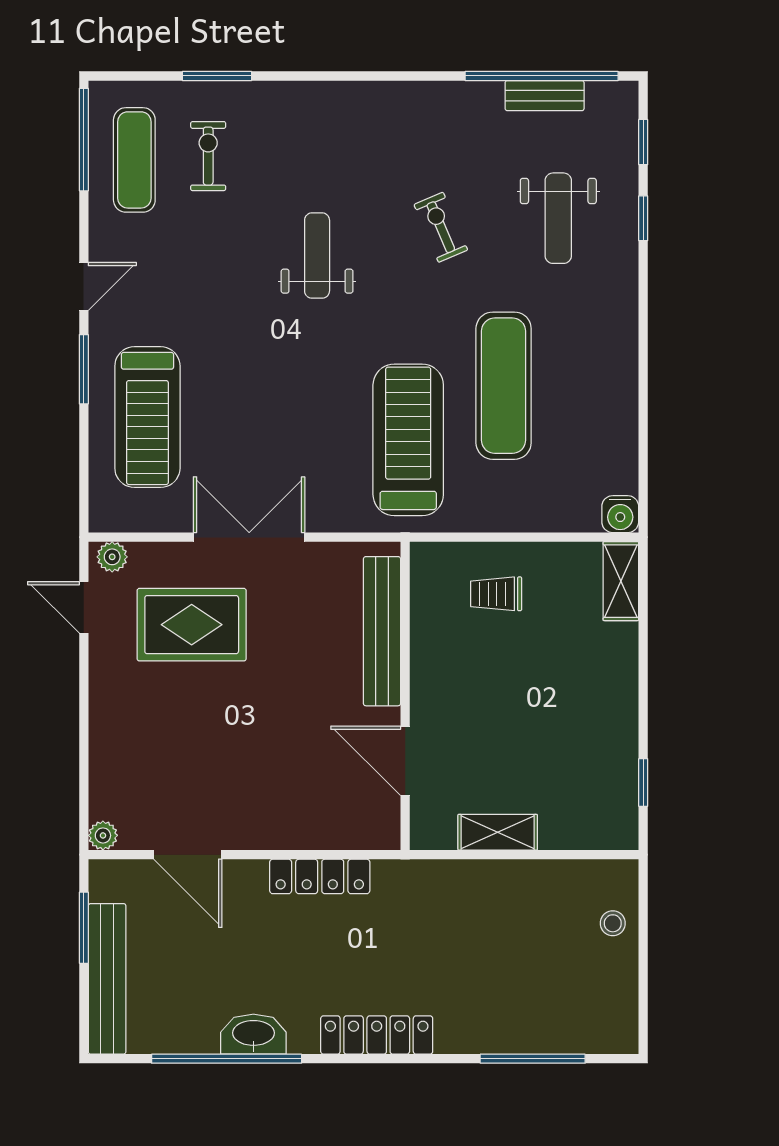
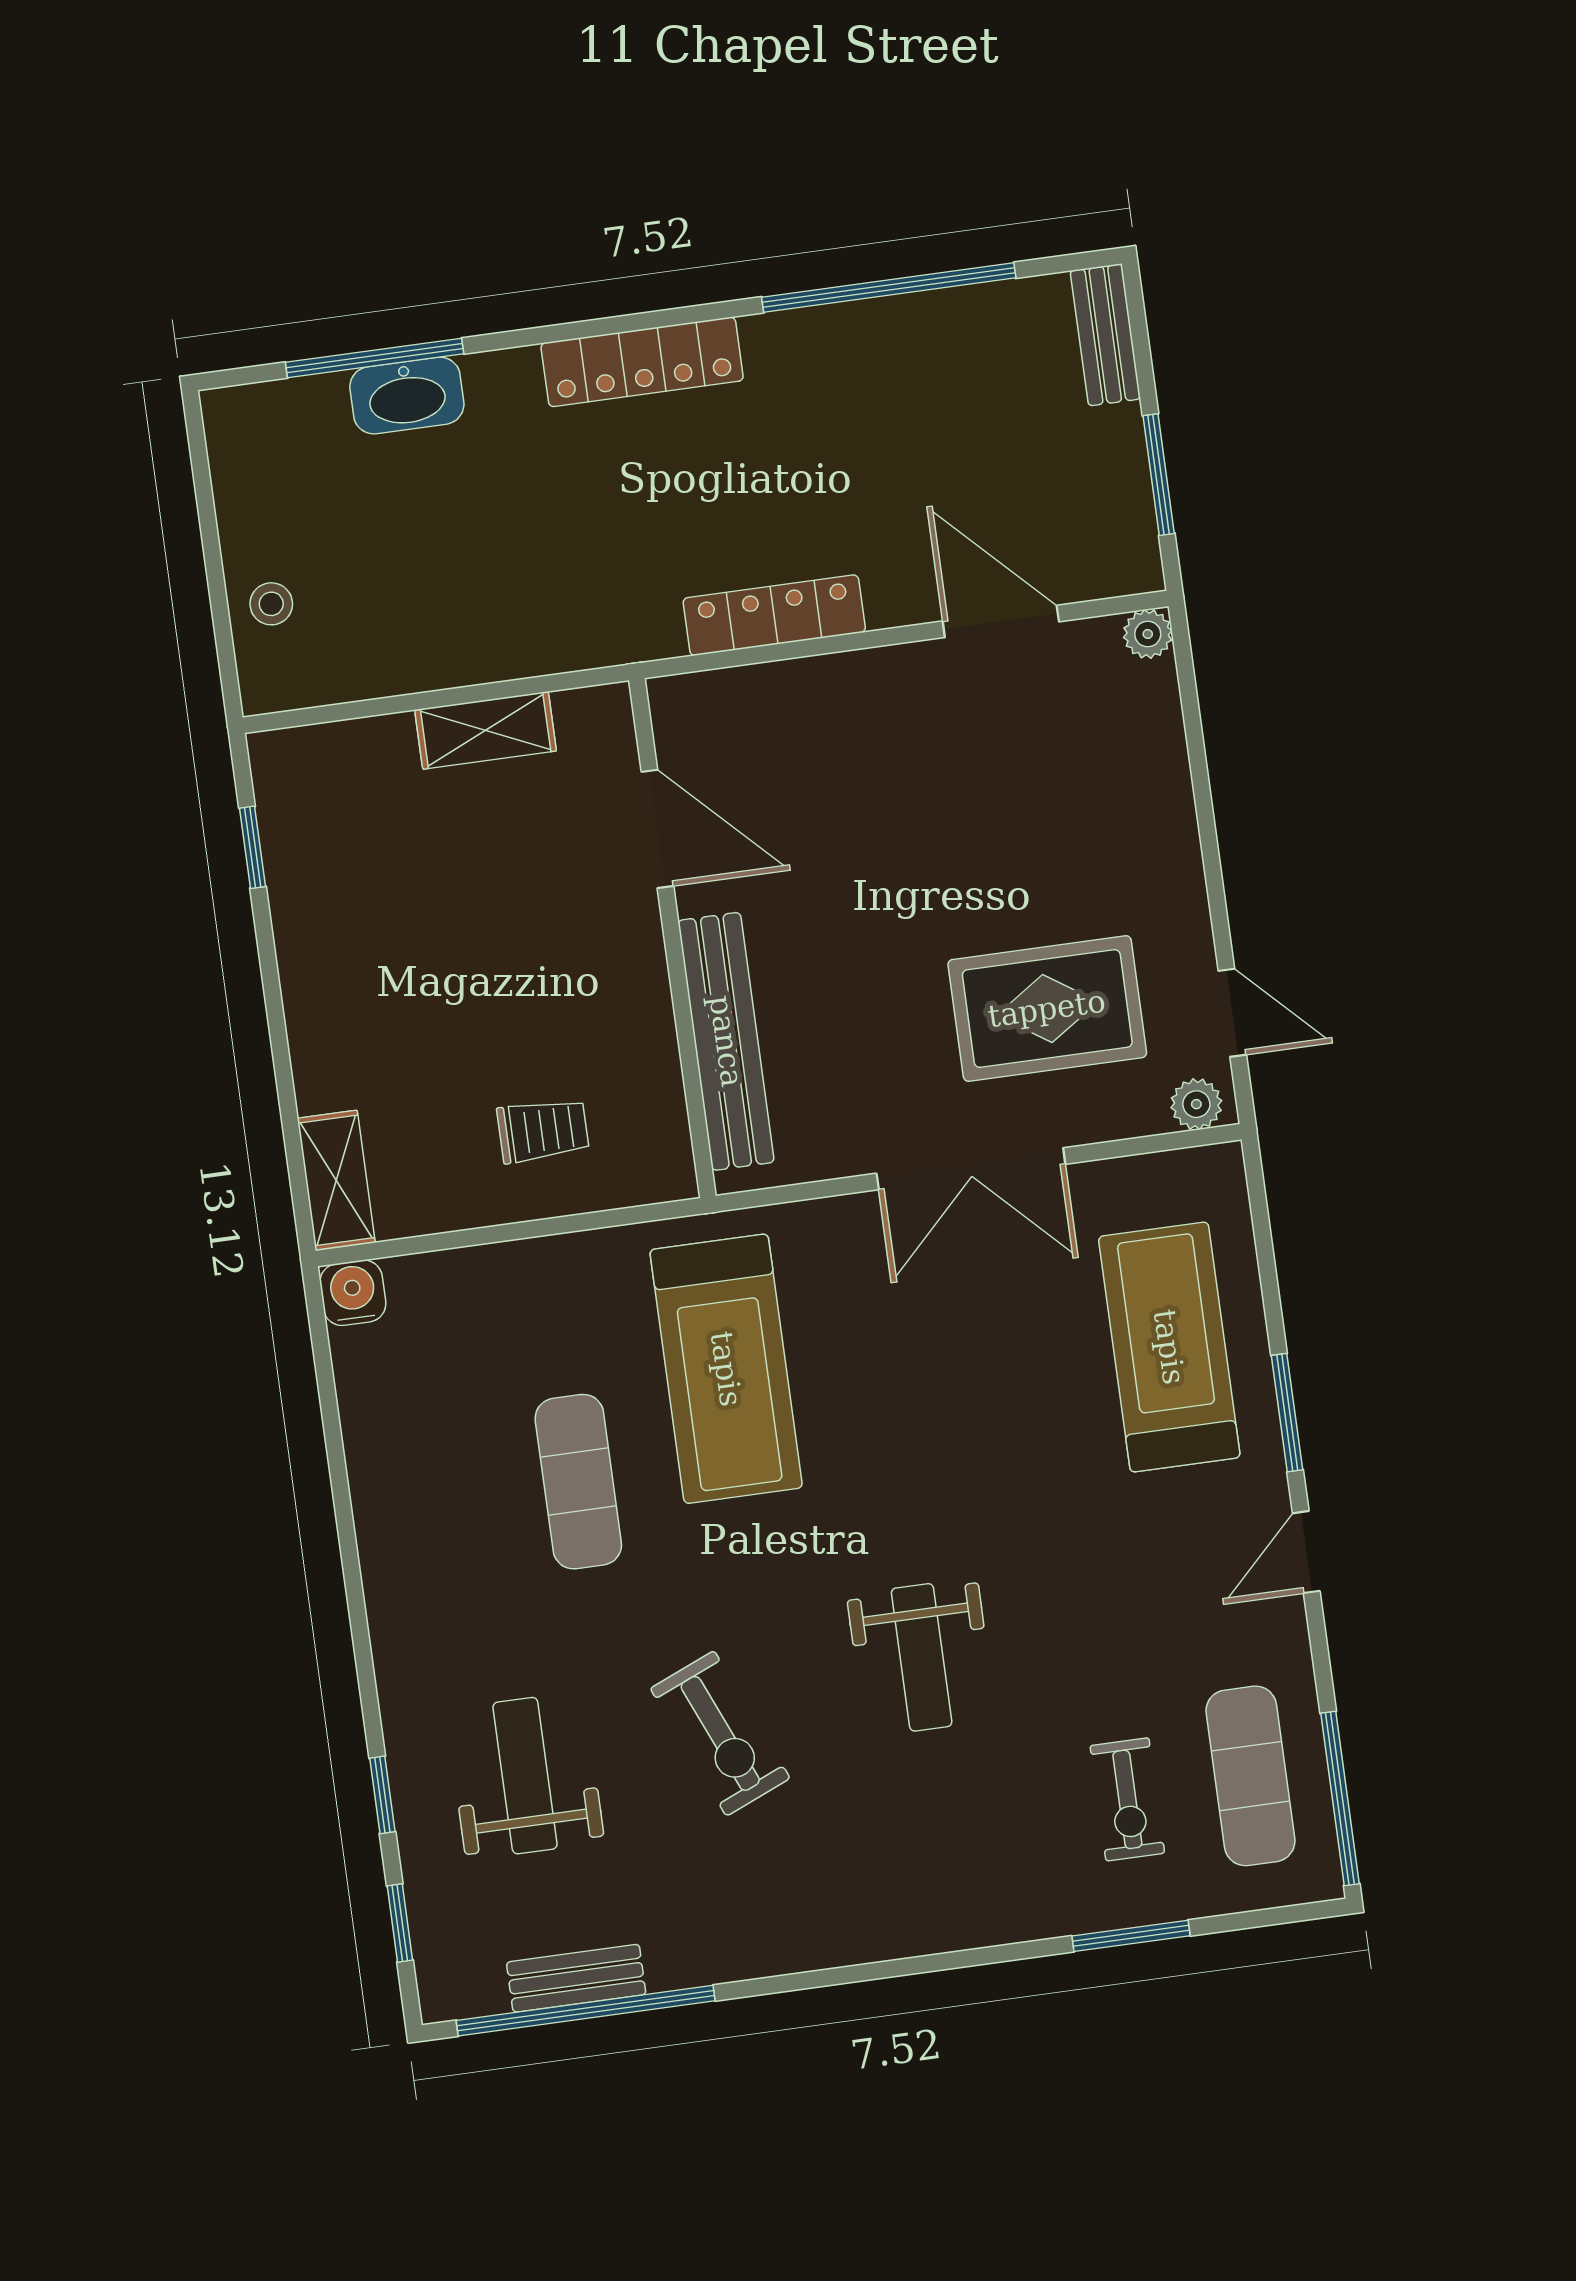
exercise bike: (441, 227) -> (720, 1733), width x1.38, depth x1.39
exercise mat: (504, 386) -> (578, 1482), width x0.73, depth x0.69
bench: (107, 979) -> (1105, 335), width x0.54, depth x0.82
washbasin: (253, 1034) -> (407, 396), moved

